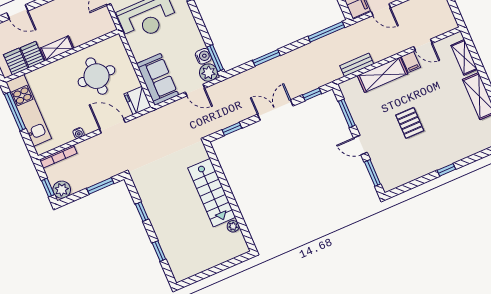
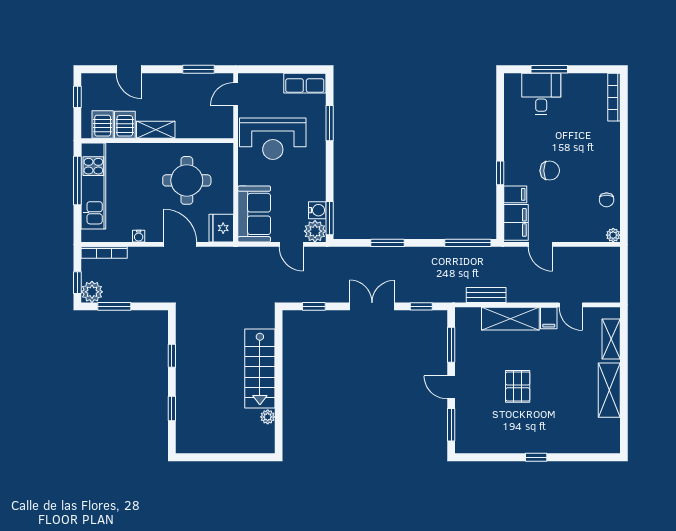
window: (100, 186) -> (114, 306), moved

